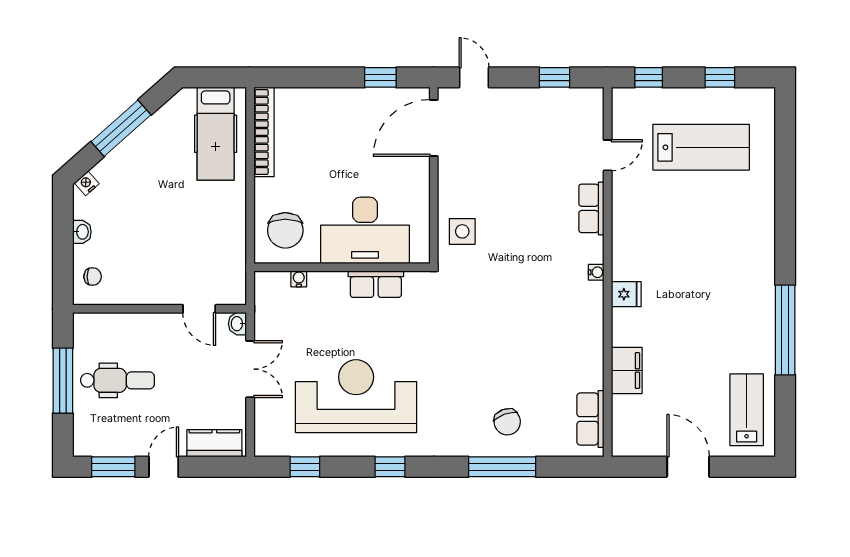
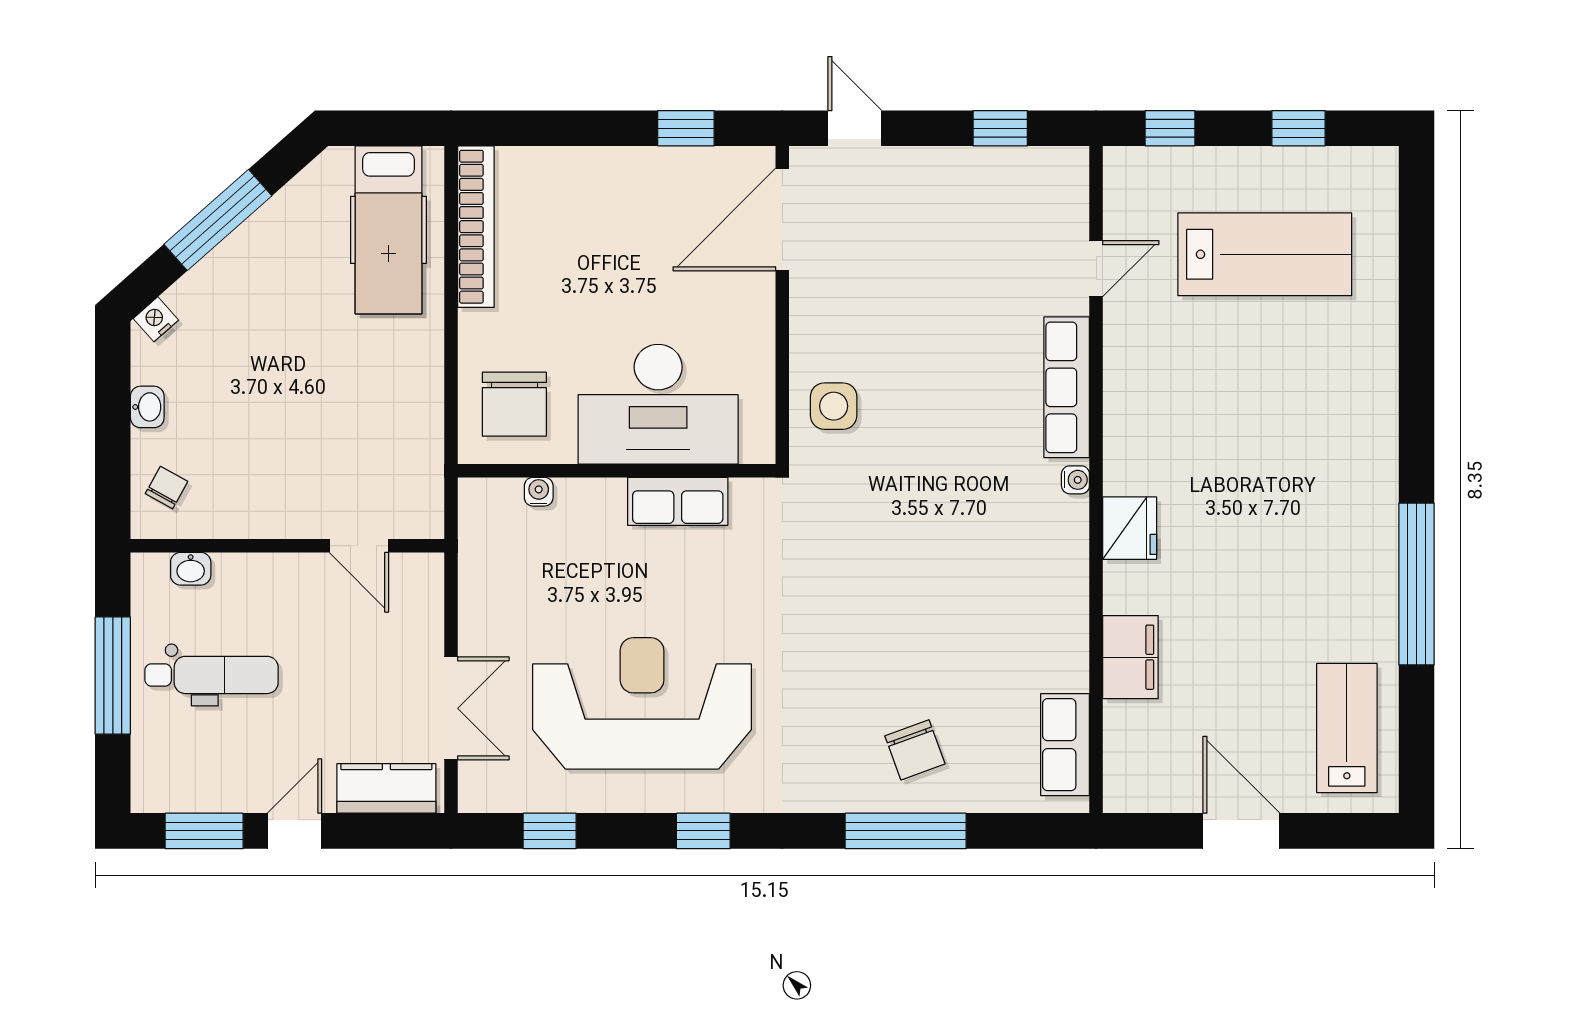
row of seats: (591, 208) -> (1067, 387), width x1.48
chair: (93, 277) -> (167, 488), turned -61
fridge: (626, 294) -> (1130, 528), width x1.38
washbasin: (237, 324) -> (191, 569), moved, turned -90
double door: (250, 369) -> (451, 708), moved

